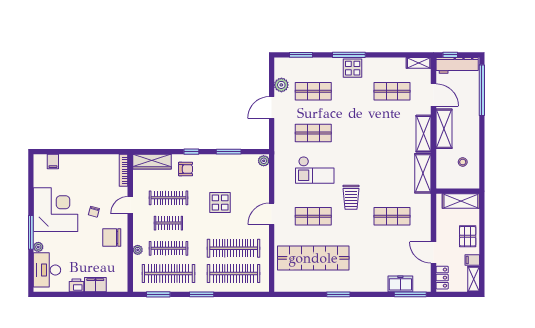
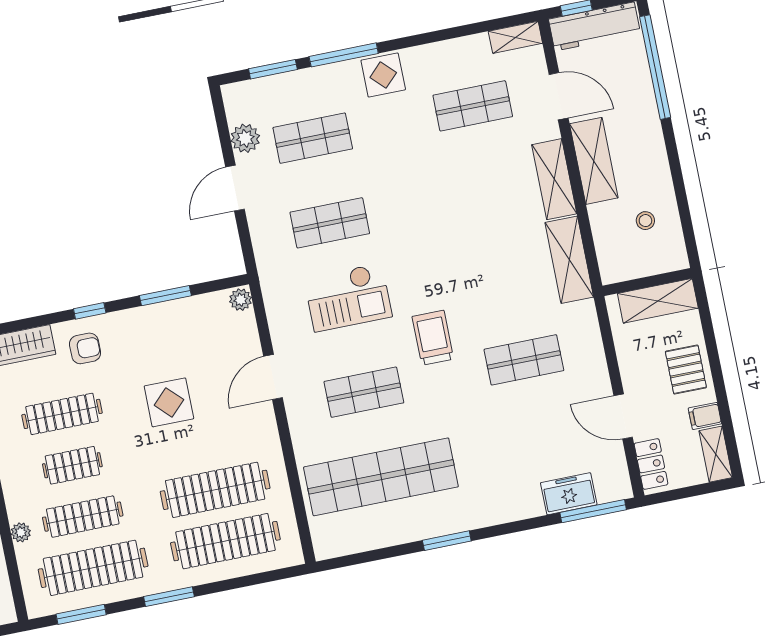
window: (349, 55) -> (344, 55), moved
trolley: (351, 197) -> (433, 338), turned 180
door: (272, 214) -> (273, 377), moved

